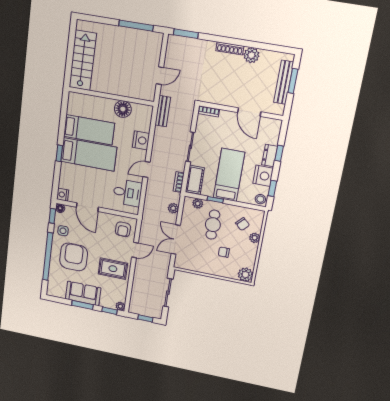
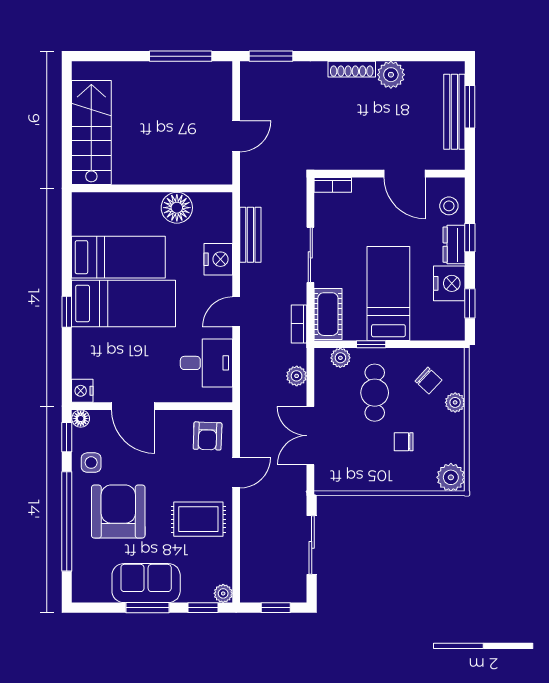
bench: (163, 111) -> (250, 235), moved
stool: (260, 199) -> (449, 206), moved

